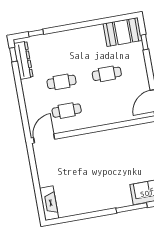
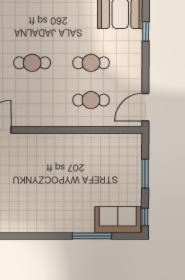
cafe table: (67, 111) -> (91, 100), moved

